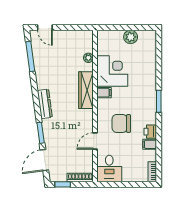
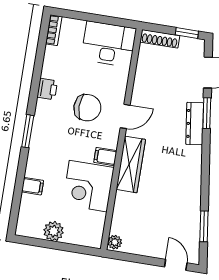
window: (30, 56) -> (204, 226), width x0.69
plant: (88, 58) -> (115, 242), moved
dresser: (45, 104) -> (195, 124), moved
door: (95, 141) -> (125, 116), moved
filing cabinet: (150, 144) -> (33, 186), moved
desk: (109, 168) -> (109, 44), width x1.37

